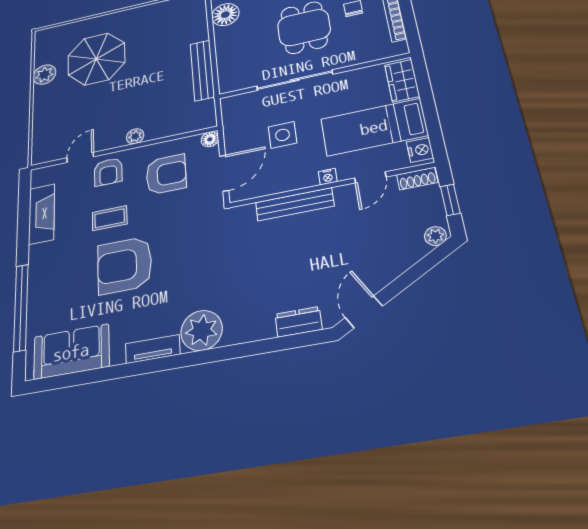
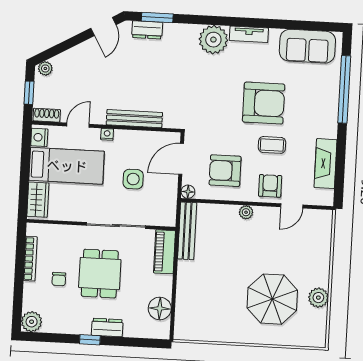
bench: (202, 70) -> (187, 231), moved
piano: (229, 70) -> (165, 252), added
window: (287, 342) -> (157, 17), added

